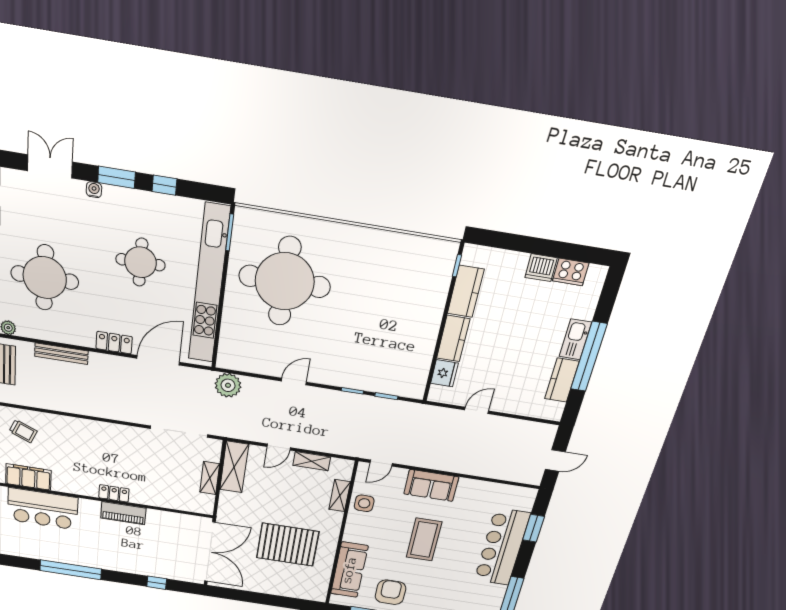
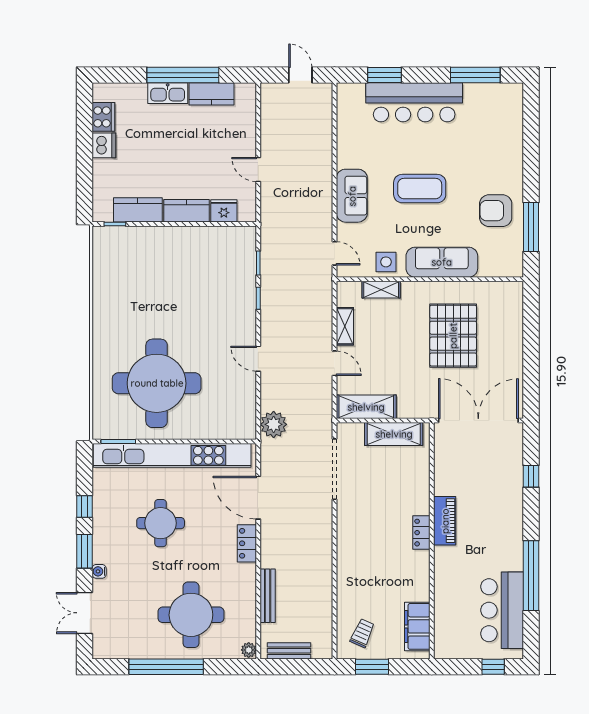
shelving: (210, 478) -> (394, 434), width x1.50, depth x1.33
bar counter: (43, 509) -> (502, 610), moved, turned 180
sofa: (349, 570) -> (442, 262), moved

